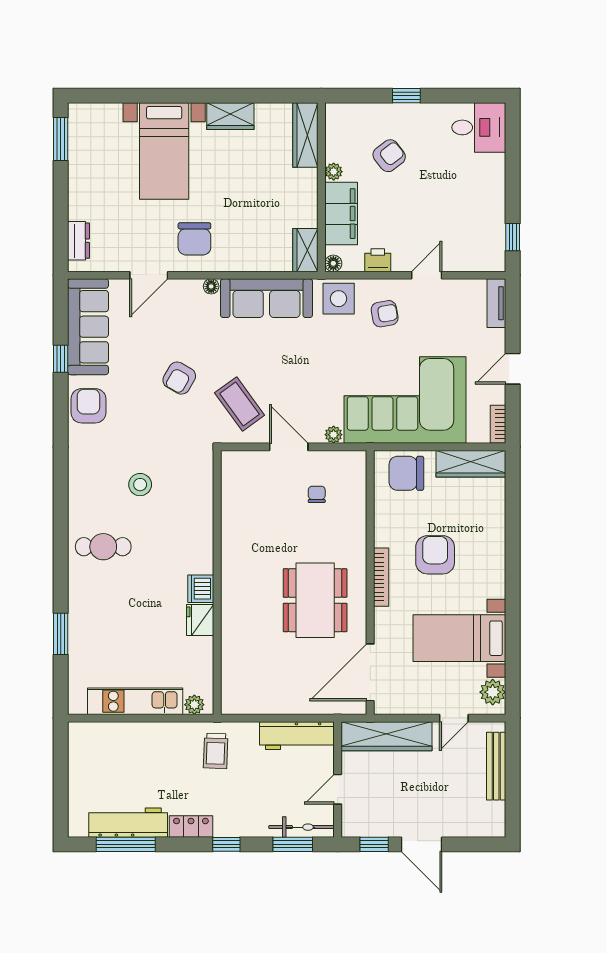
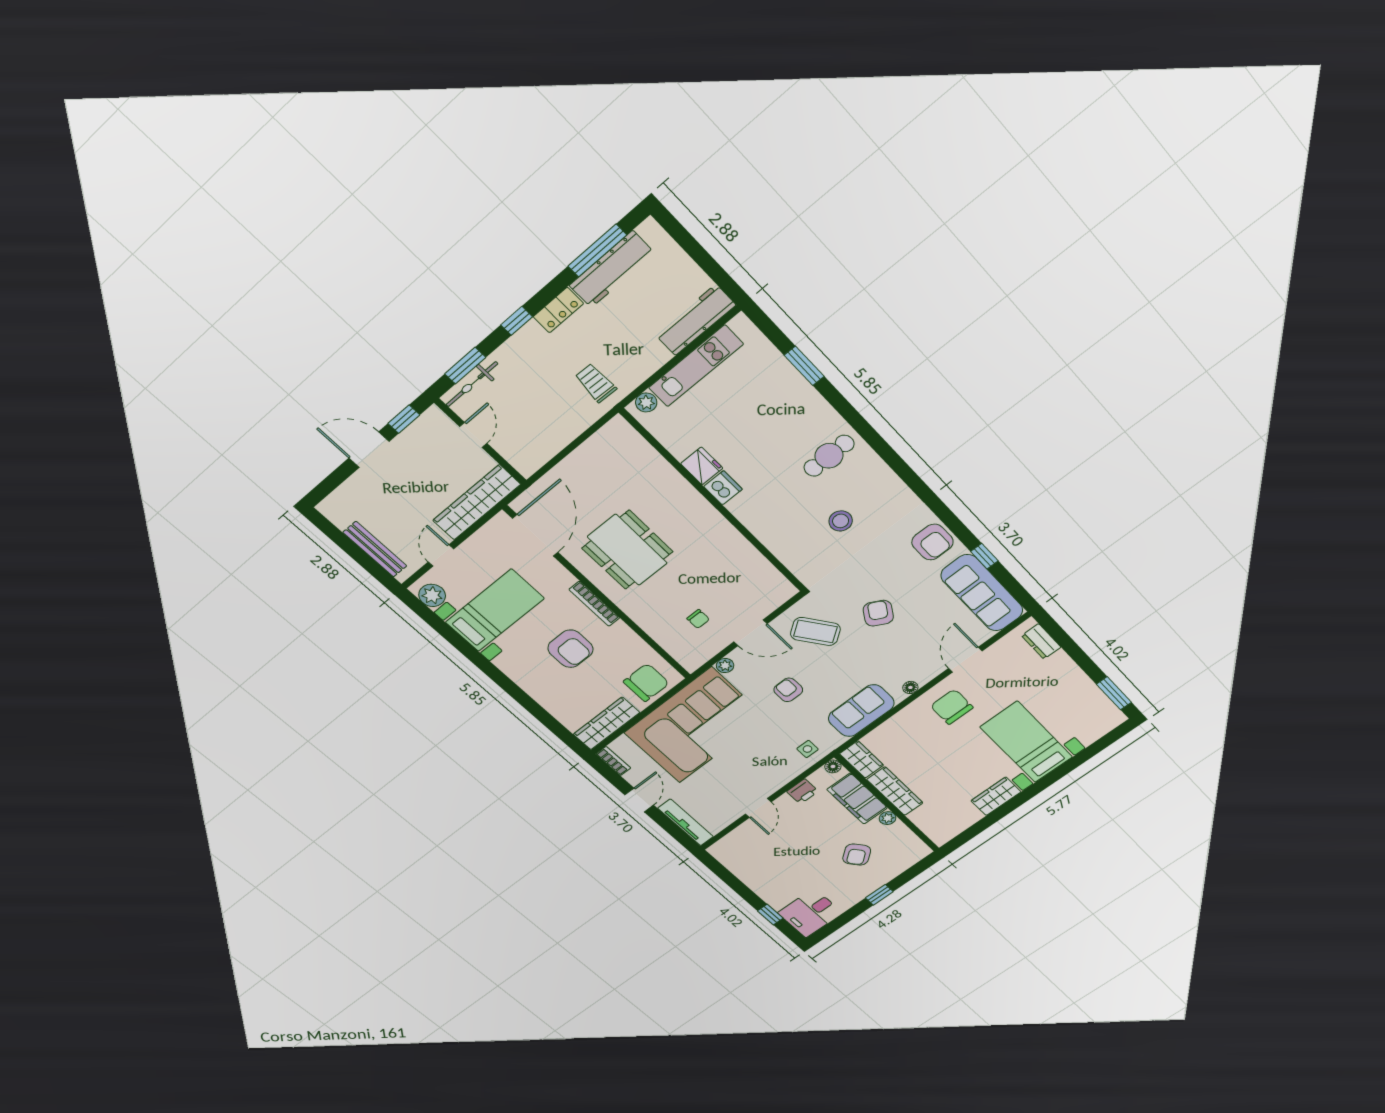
wardrobe: (305, 135) -> (895, 791), moved
window: (513, 237) -> (770, 915), moved
sofa: (266, 298) -> (861, 711), width x0.73
side table: (339, 299) -> (807, 749), width x0.54, depth x0.54
tv unit: (496, 303) -> (686, 822), width x1.41
armchair: (385, 314) -> (788, 690), moved, turned 100
workbench: (297, 736) -> (696, 320), moved

